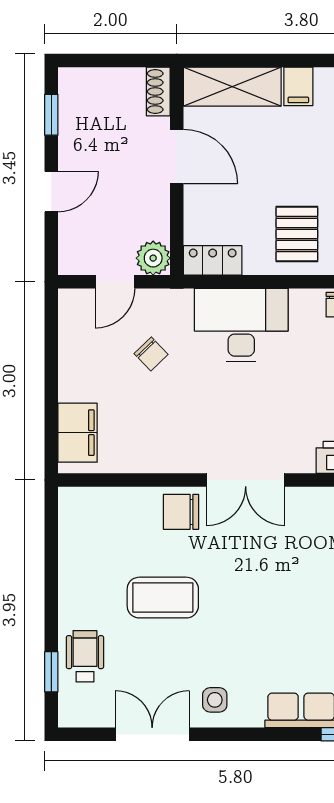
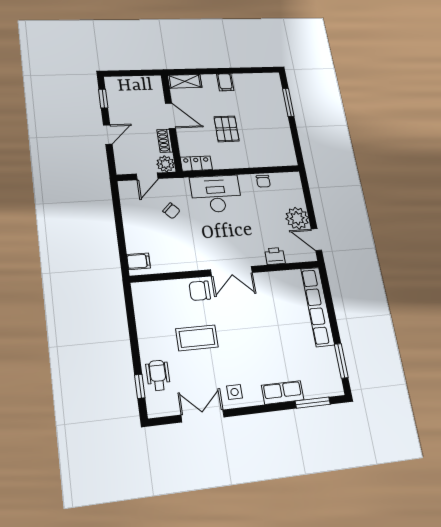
shelving: (232, 87) -> (185, 81), width x0.67, depth x0.75
shoe rack: (158, 92) -> (165, 141), moved
pallet: (297, 234) -> (227, 129), moved
filing cabinet: (78, 433) -> (139, 261), width x0.50

